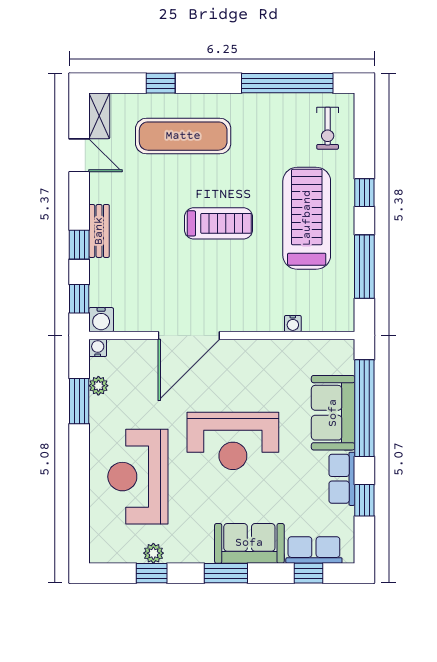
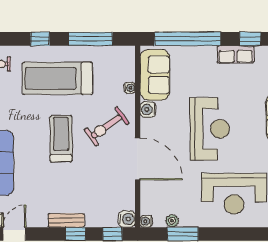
exercise bike: (236, 290) -> (107, 126), added
water cooler: (261, 351) -> (148, 110), added
sofa: (333, 413) -> (155, 75), moved, turned -90

